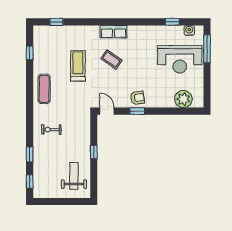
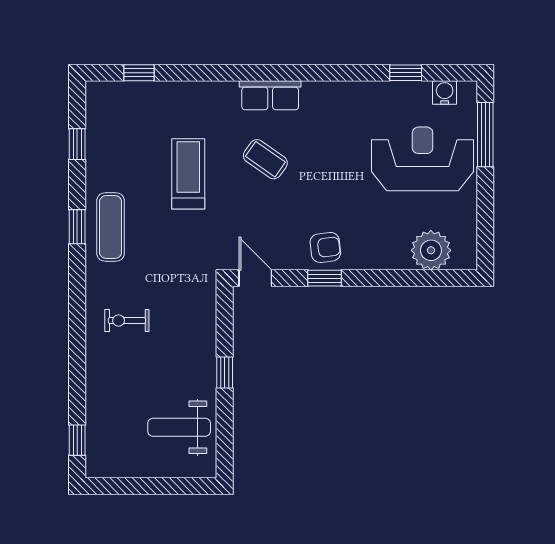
reception desk: (180, 59) -> (423, 159), turned 180
window: (30, 154) -> (77, 227), moved
weight bench: (74, 176) -> (179, 427), turned -90

